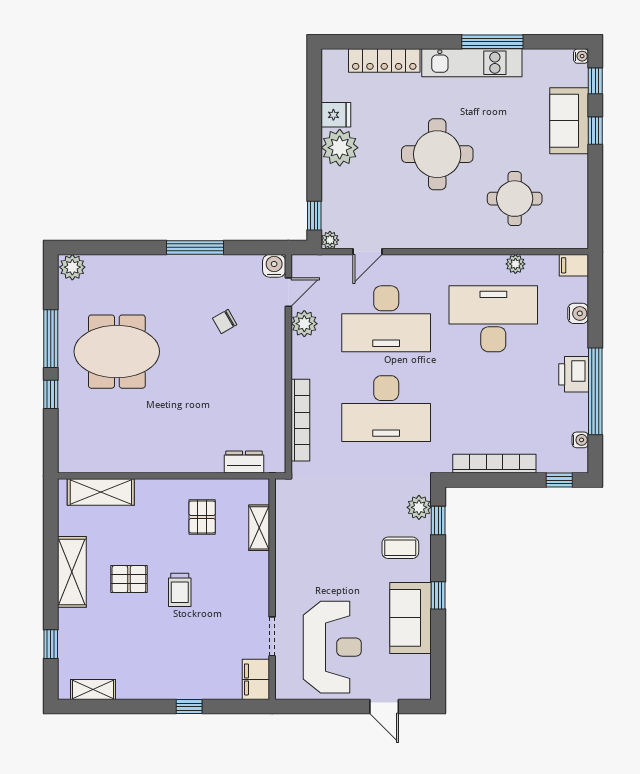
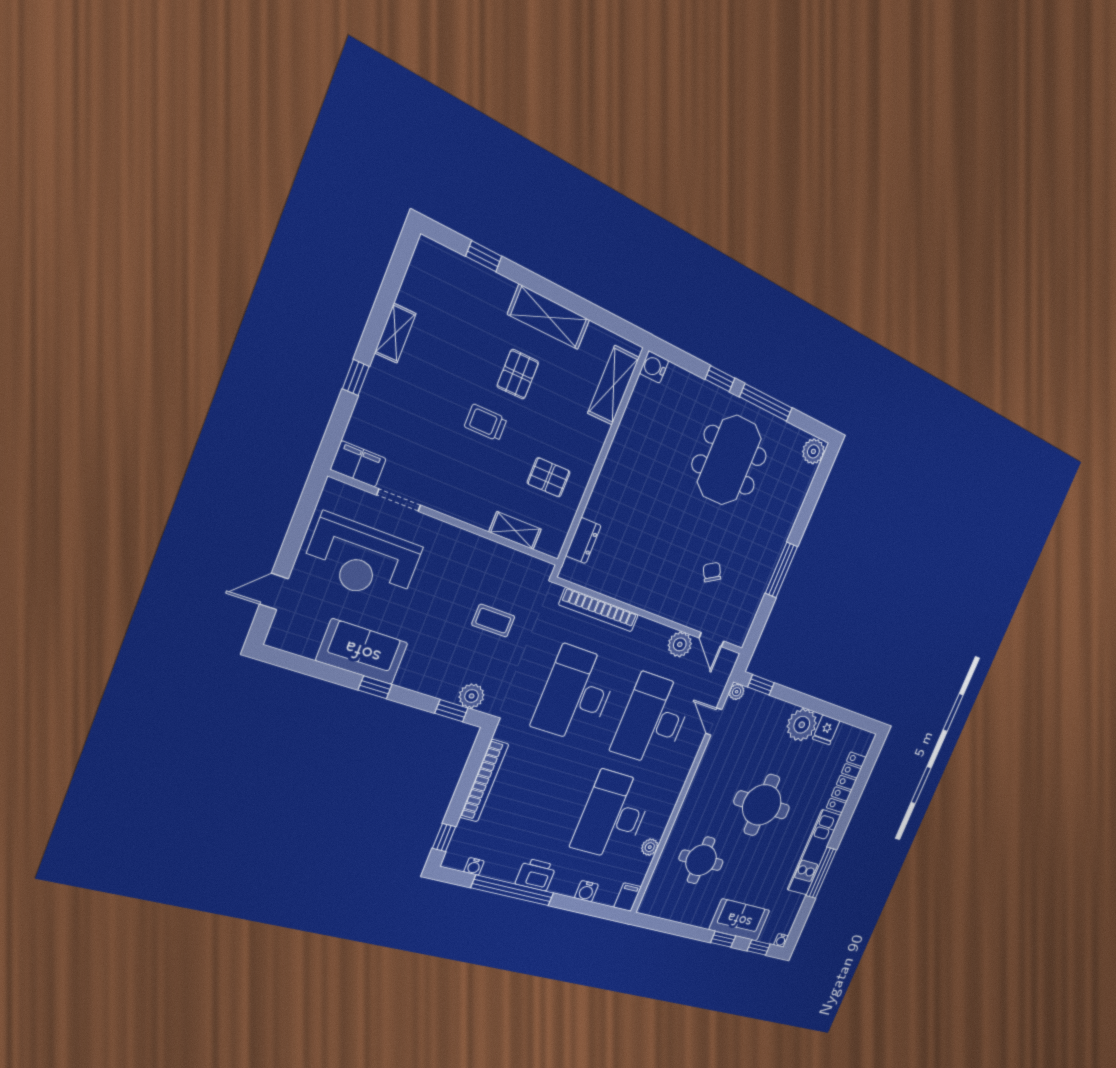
water cooler: (274, 266) -> (654, 367), moved, turned 180
desk: (493, 319) -> (613, 816), turned 180
coffee table: (400, 548) -> (493, 621), moved, turned 90
shelving: (93, 690) -> (395, 333), moved

